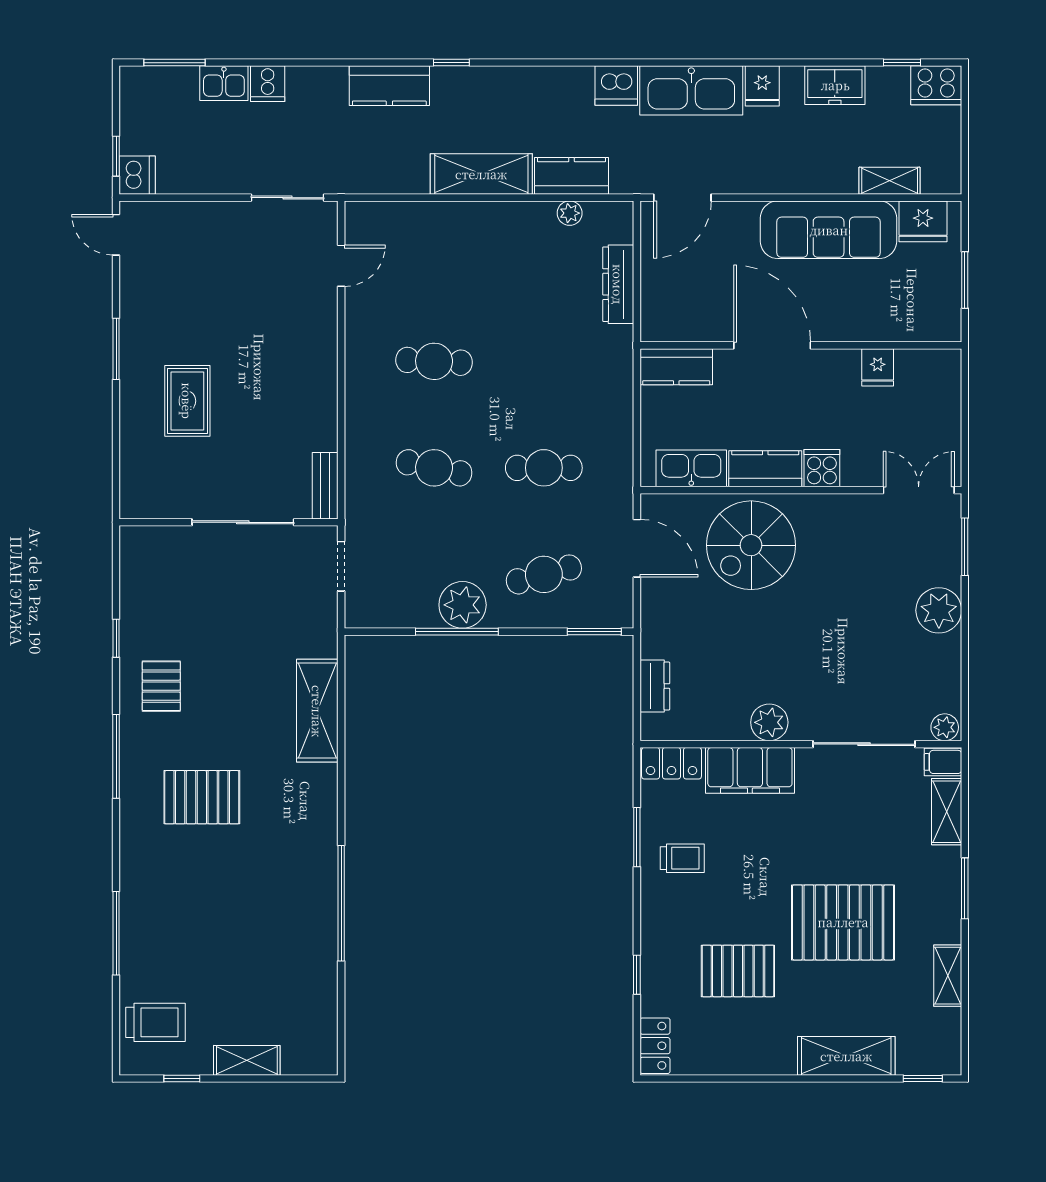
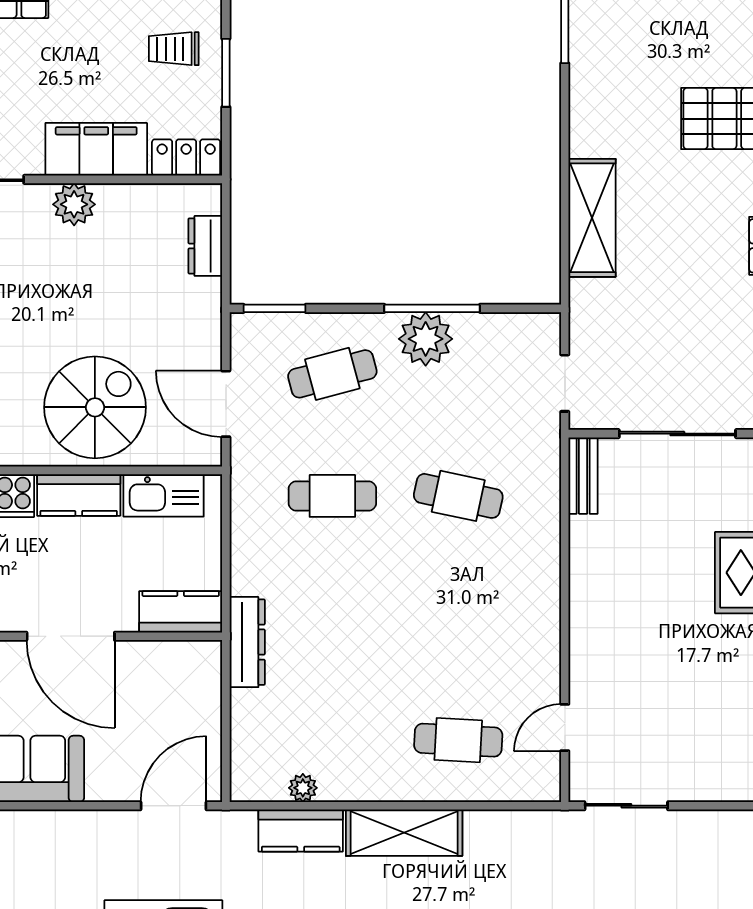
dresser: (618, 284) -> (247, 642), moved
cafe table: (434, 361) -> (458, 740), moved

